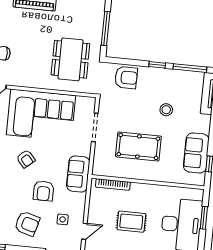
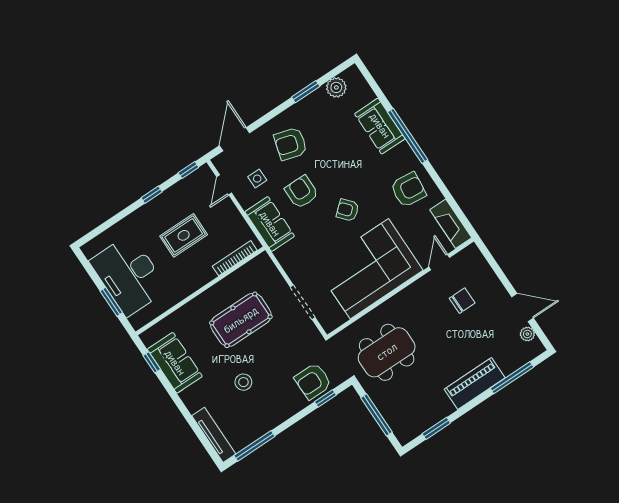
dining table: (70, 59) -> (387, 352), turned 90
window: (157, 65) -> (325, 398), moved
sofa: (78, 174) -> (270, 224), moved

